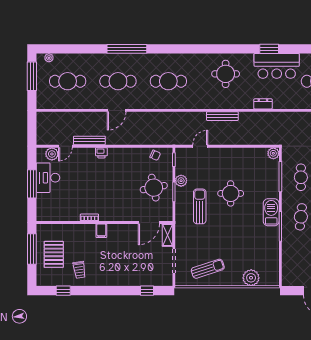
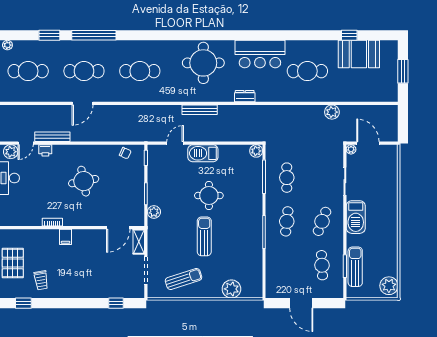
window: (269, 49) -> (49, 35), moved
round table: (226, 74) -> (203, 63), width x1.36, depth x1.36
printer: (101, 153) -> (45, 150), moved
plant: (181, 181) -> (154, 212), moved
round table: (154, 188) -> (84, 181), moved
sun lounger: (200, 206) -> (204, 236), moved
barbecue: (271, 212) -> (203, 153), moved, turned -90

